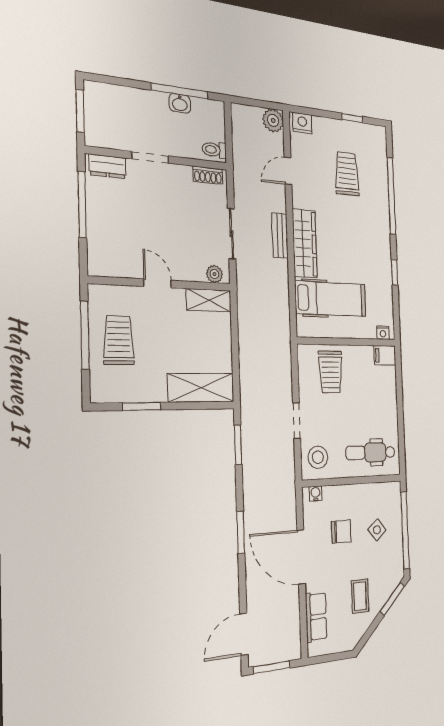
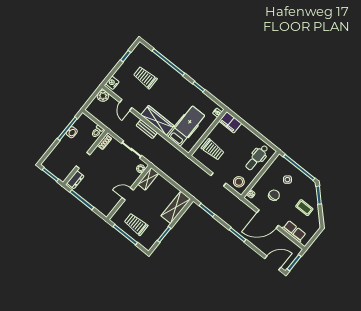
filing cabinet: (385, 355) -> (230, 122), width x2.00
door: (244, 634) -> (273, 263), swing flipped

